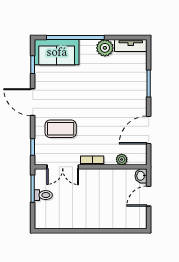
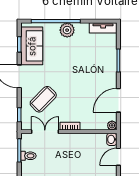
plant: (105, 48) -> (67, 30), moved
sofa: (57, 52) -> (32, 46), moved, turned -90
coffee table: (61, 129) -> (43, 99), turned -45
plant: (122, 159) -> (112, 125), moved
double door: (63, 167) -> (45, 132), swing flipped

